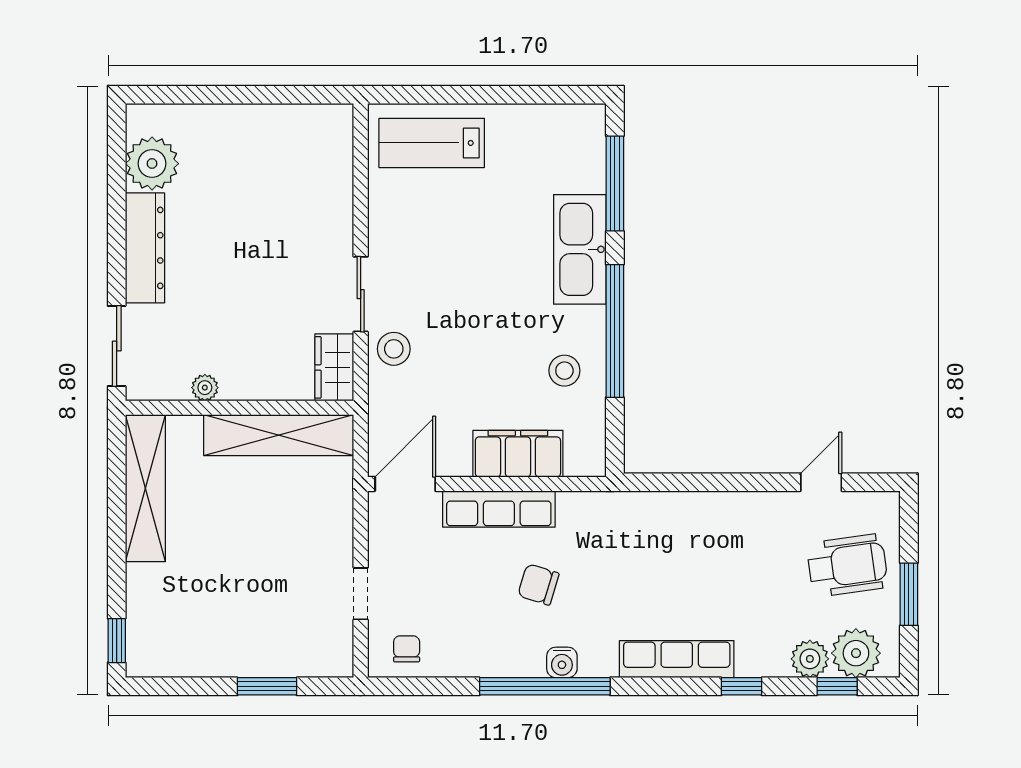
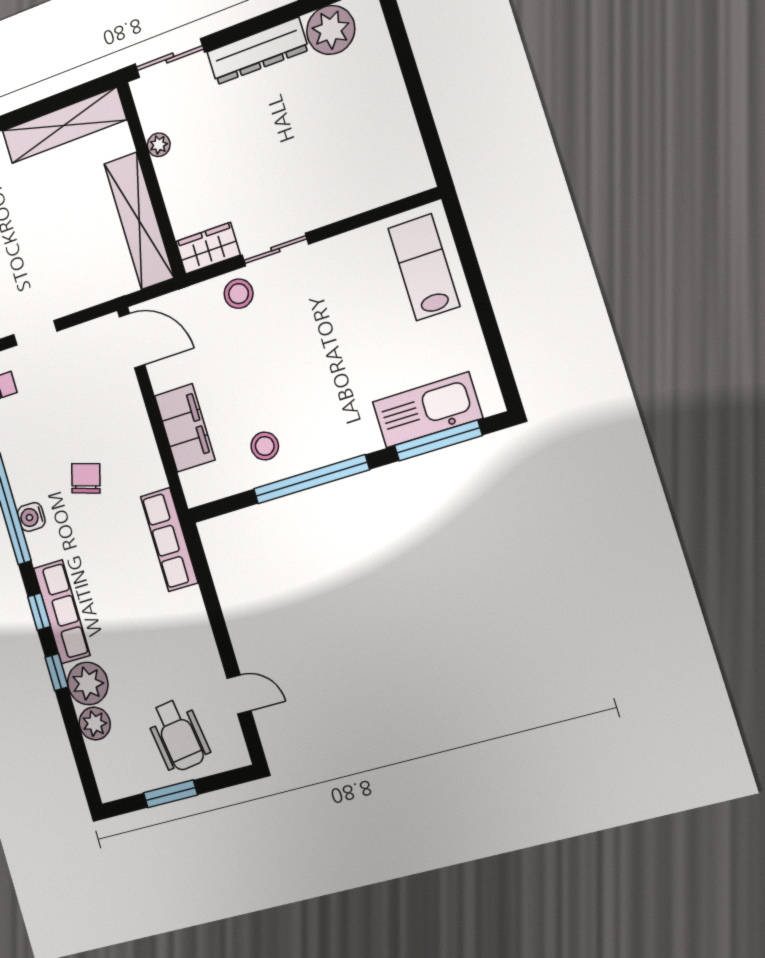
kitchen sink: (580, 249) -> (427, 410), moved
row of seats: (499, 509) -> (169, 540), moved
plant: (856, 653) -> (88, 683), moved
window: (837, 686) -> (39, 612), moved

